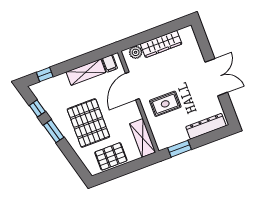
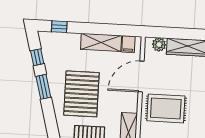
rug: (165, 104) -> (166, 108), width x1.36, depth x1.43

